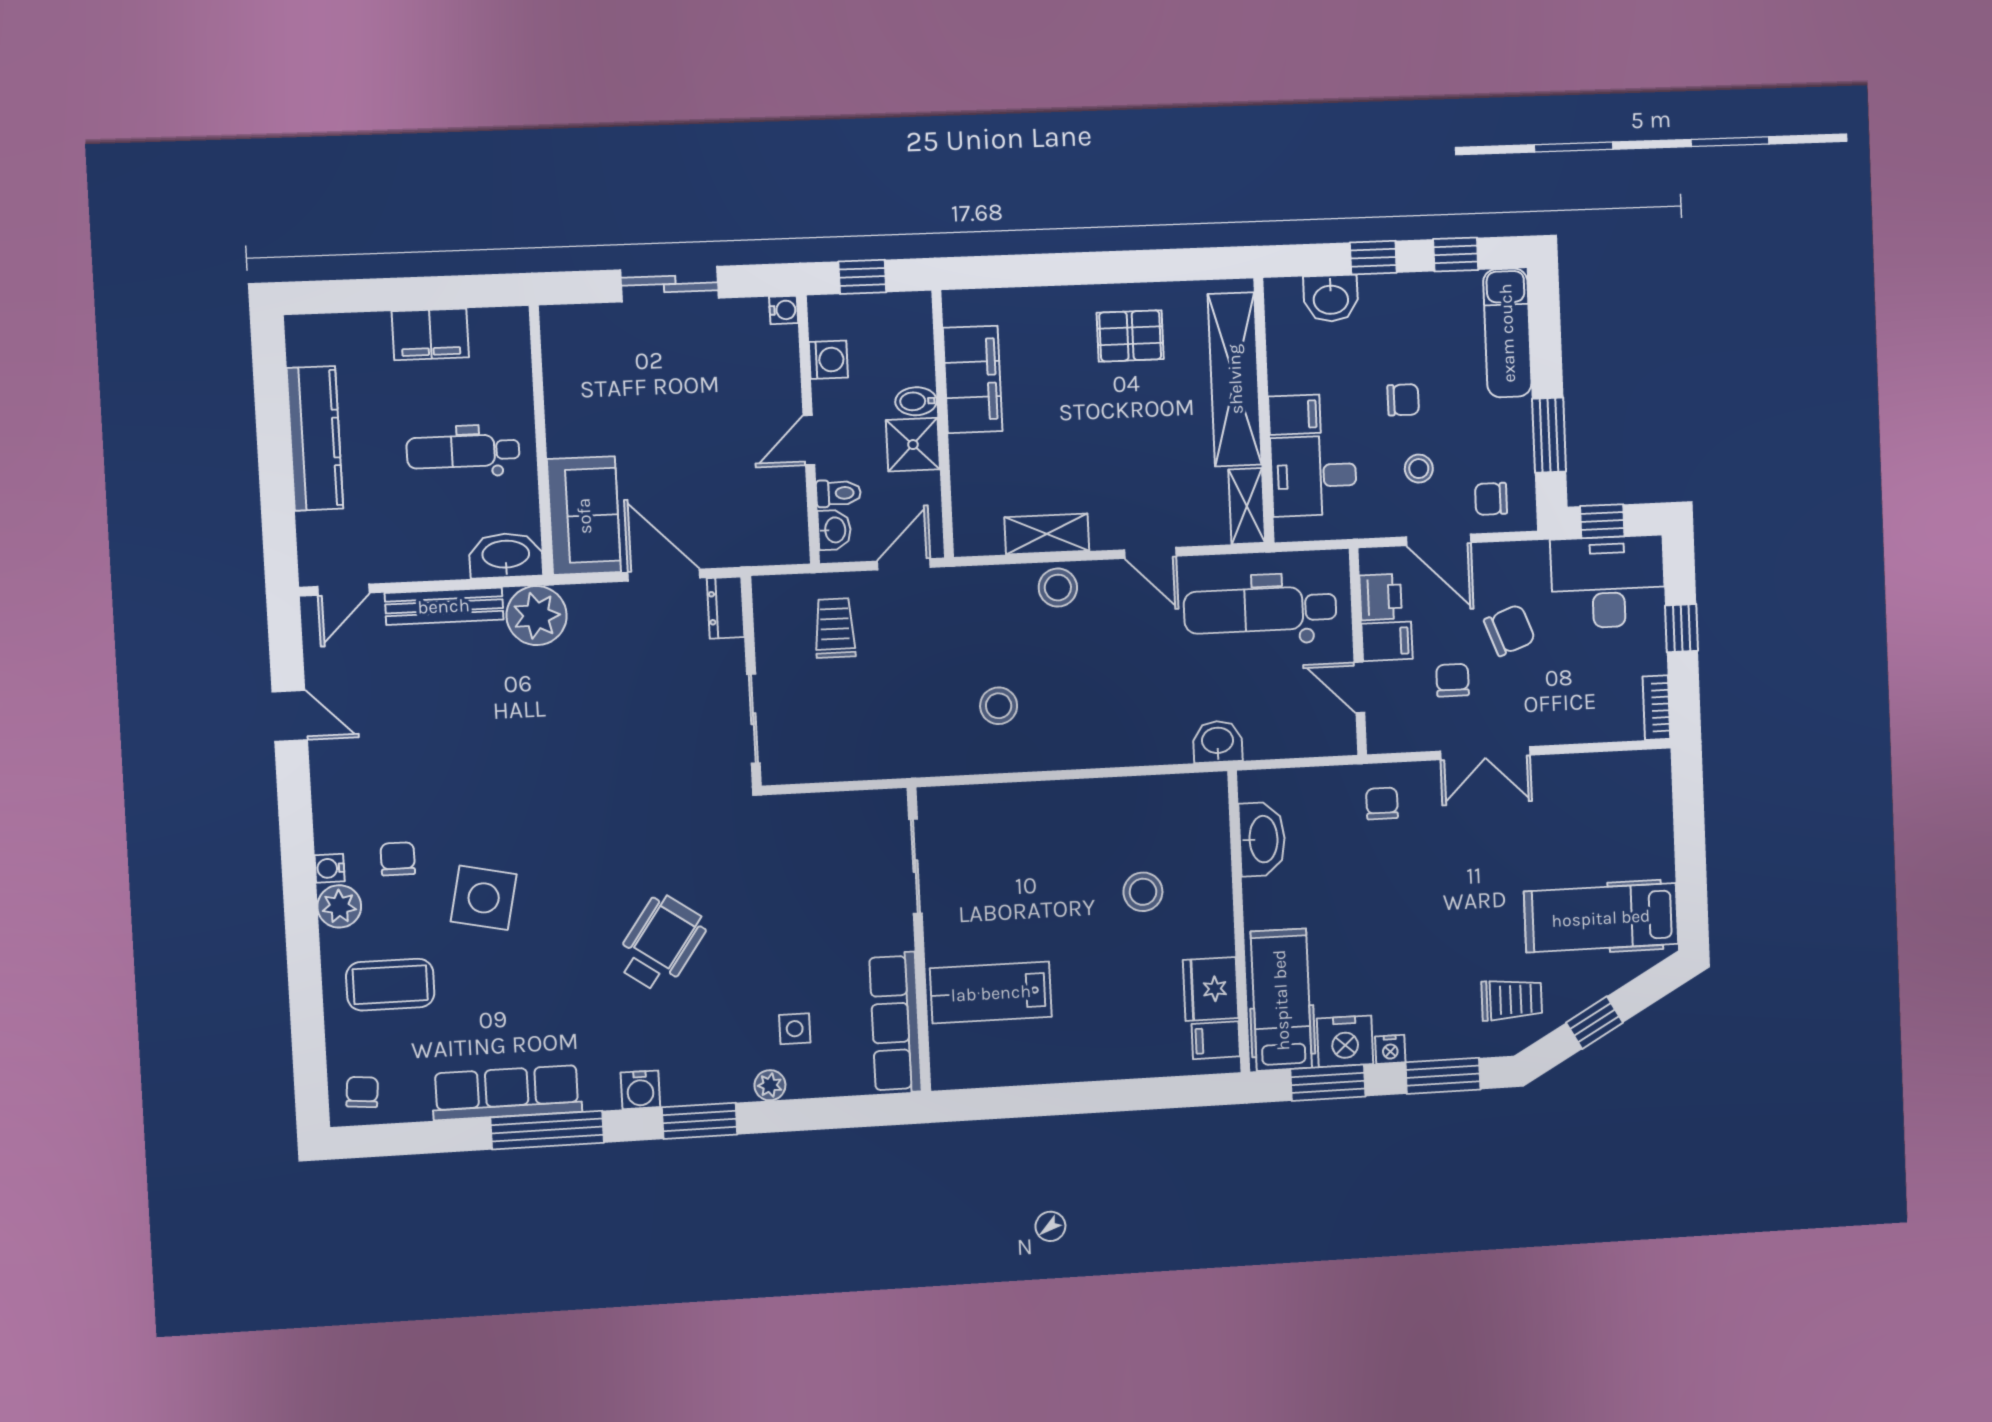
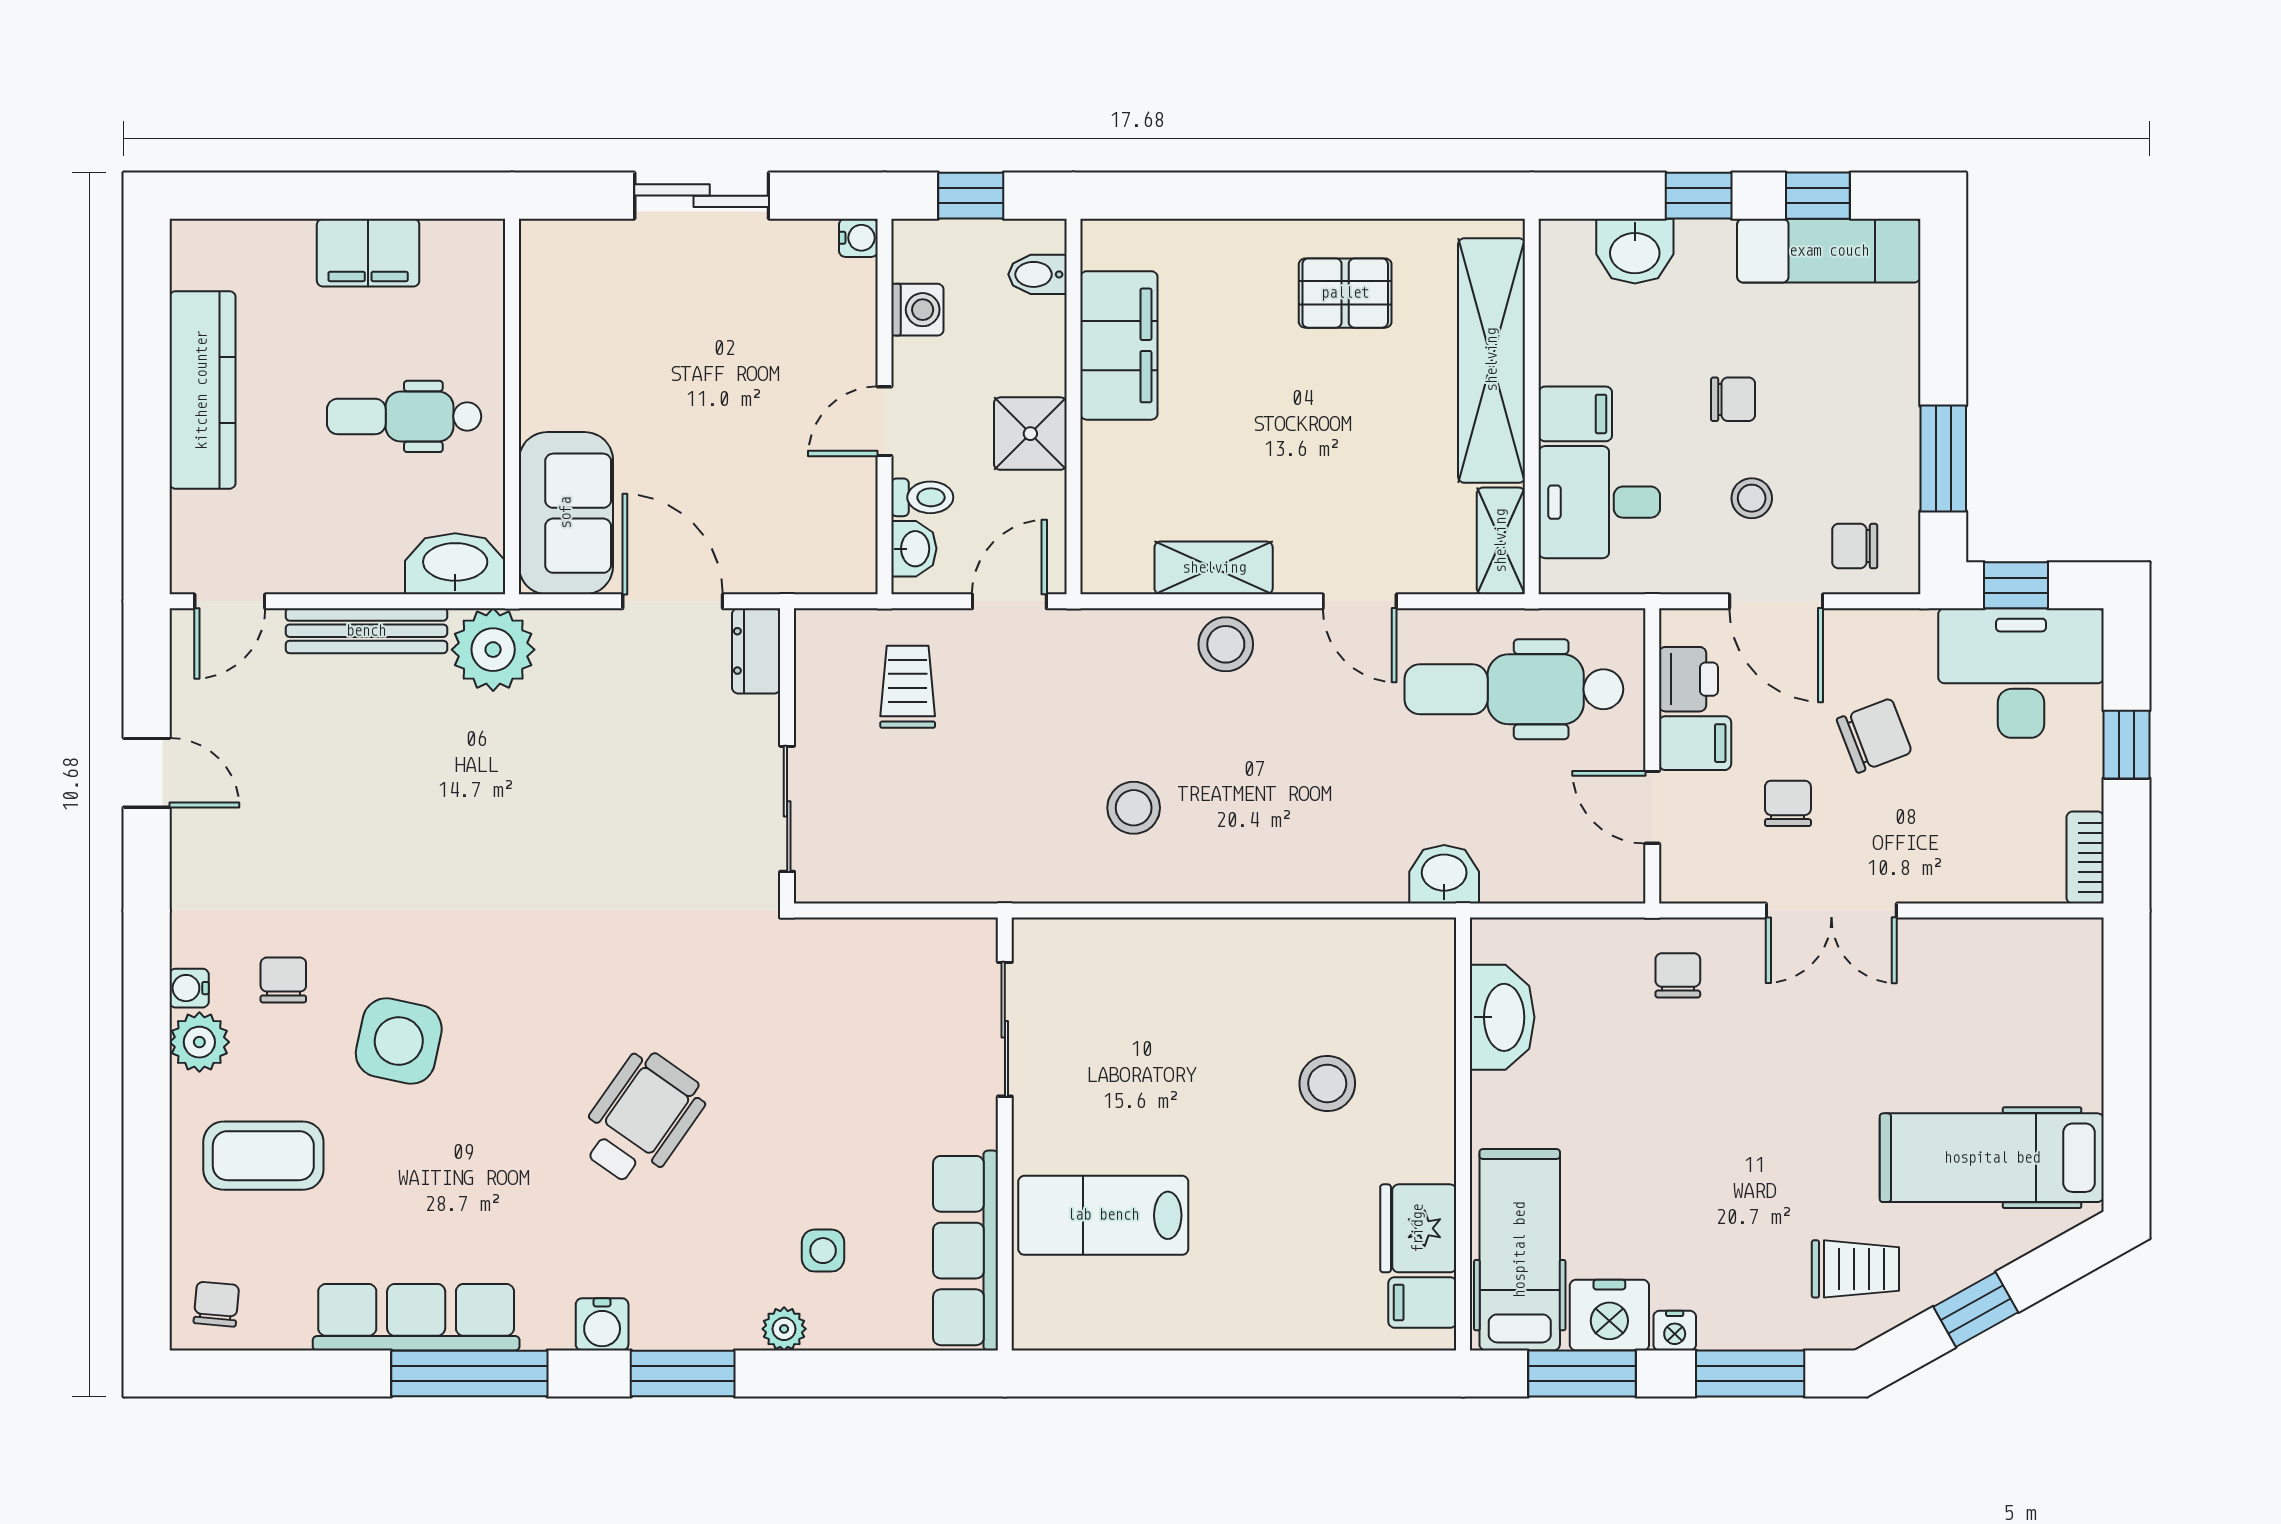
exam couch: (1507, 333) -> (1829, 251), moved, turned -90
bidet: (916, 401) -> (1038, 274), moved

